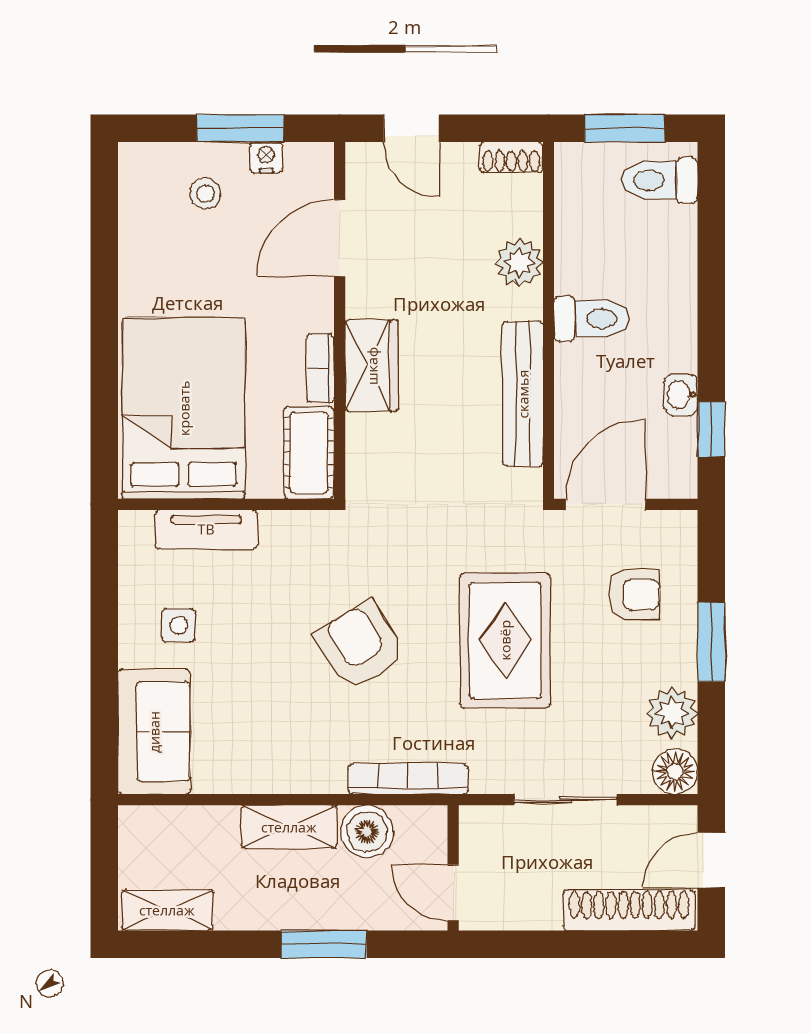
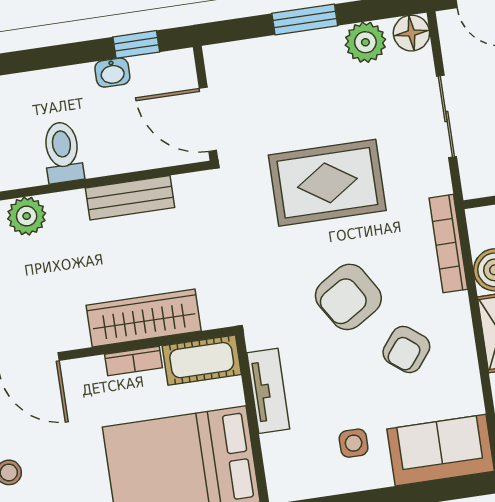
wardrobe: (372, 366) -> (144, 318), width x1.50
bench: (523, 394) -> (130, 198), width x0.73
tv unit: (206, 529) -> (268, 391), moved
armchair: (634, 594) -> (406, 349), moved, turned -142

